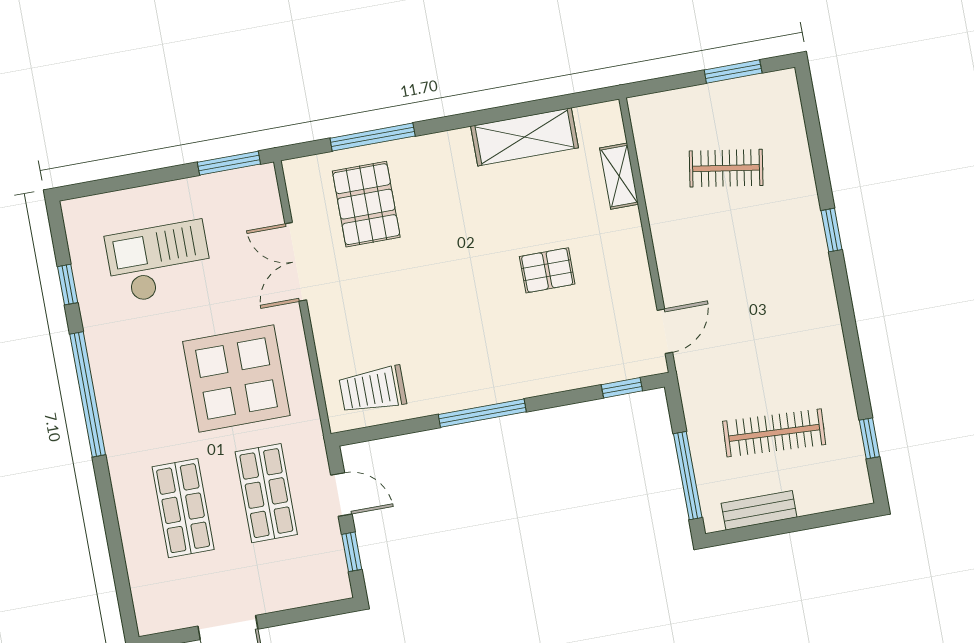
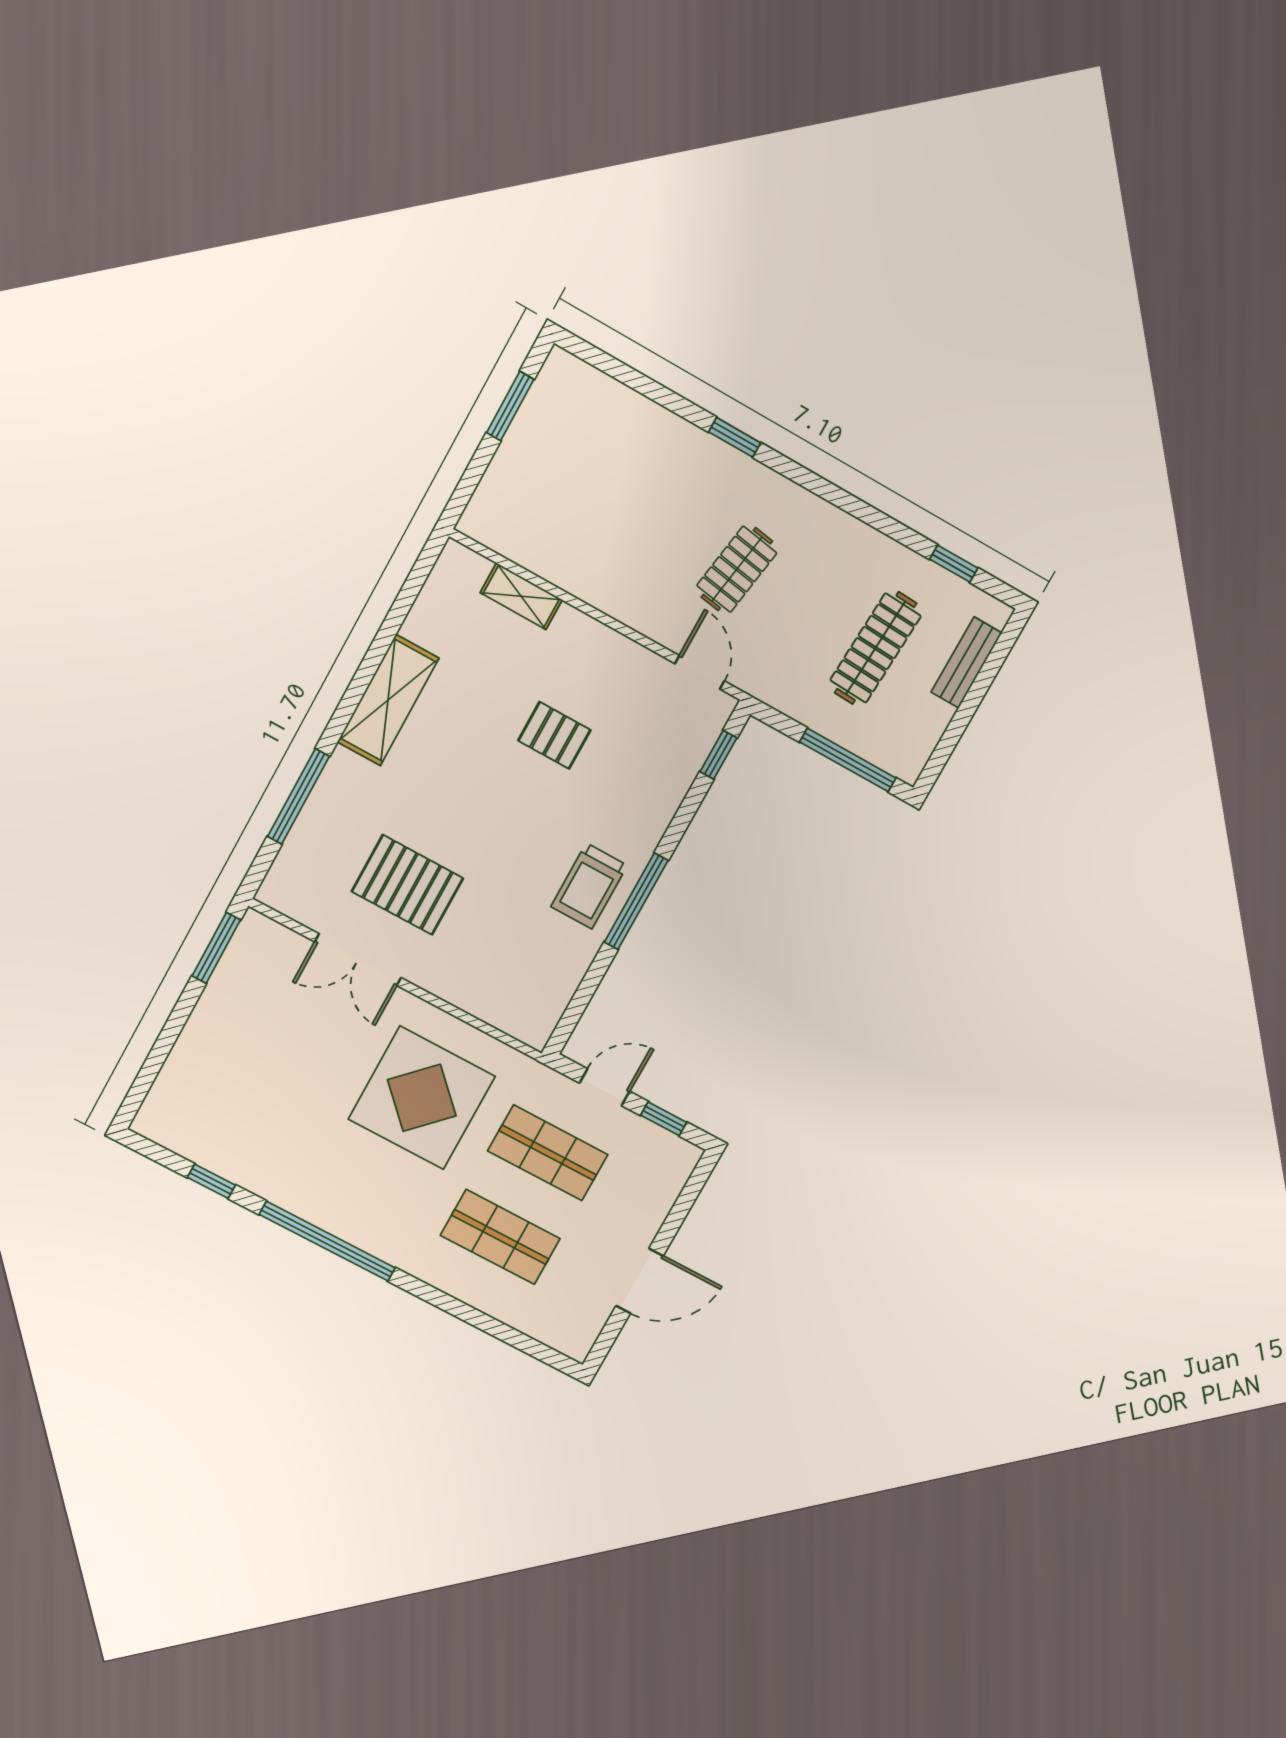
shelving: (524, 137) -> (388, 700), moved
clothes rail: (726, 168) -> (737, 569), moved
pallet: (366, 204) -> (407, 885), moved
checkout: (159, 262) -> (257, 1083), removed
pallet: (547, 270) -> (554, 735), turned 90
trolley: (373, 390) -> (589, 886), moved
bench: (759, 510) -> (966, 662), moved

